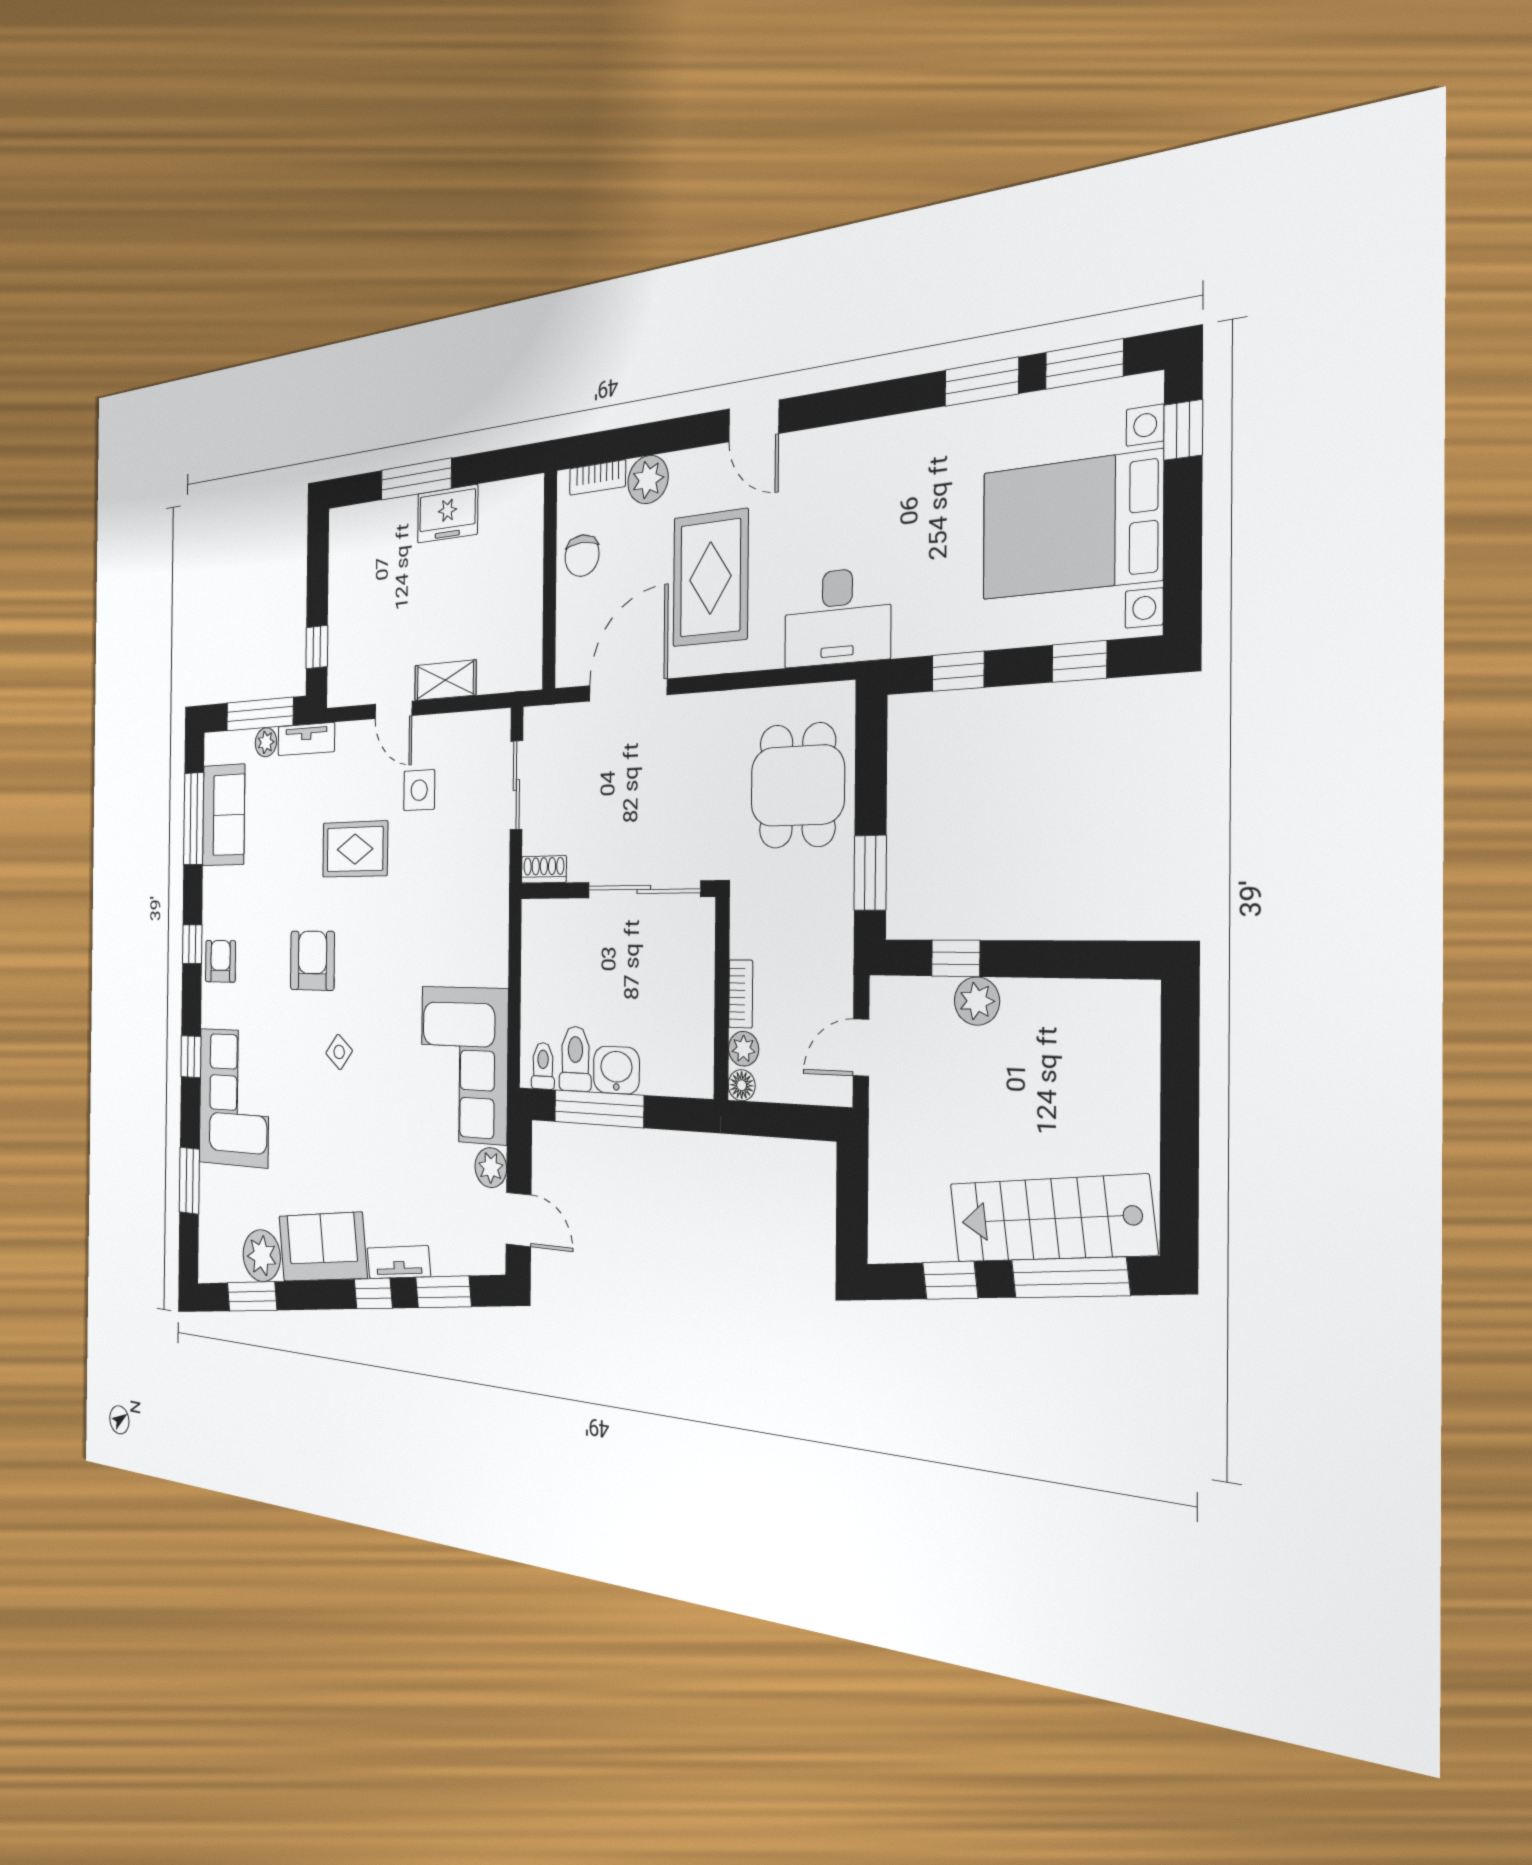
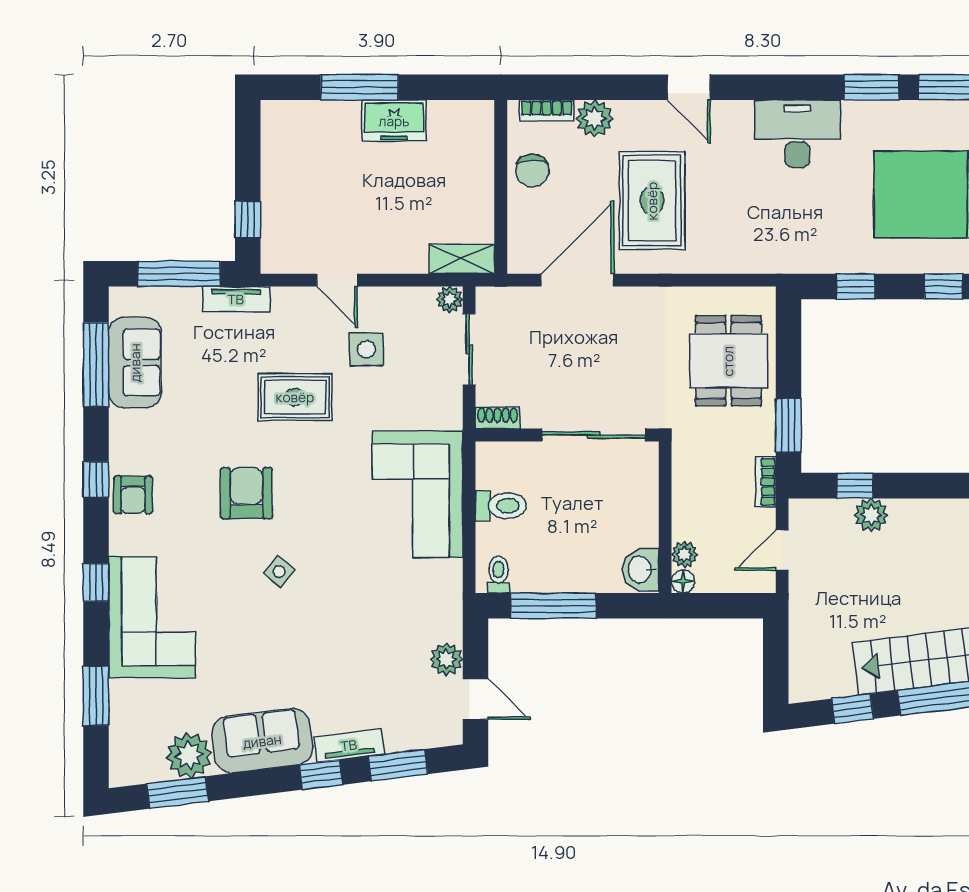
desk: (837, 617) -> (797, 134), moved, turned 180
shelving: (445, 680) -> (462, 259), moved
plant: (266, 742) -> (450, 299), moved
armchair: (220, 961) -> (133, 495), turned 180
bookcase: (741, 994) -> (766, 482), moved, turned 180
toilet: (575, 1059) -> (501, 506), moved, turned 90
corner sofa: (464, 1065) -> (417, 494), moved
washbasin: (616, 1070) -> (641, 569), moved, turned -90

